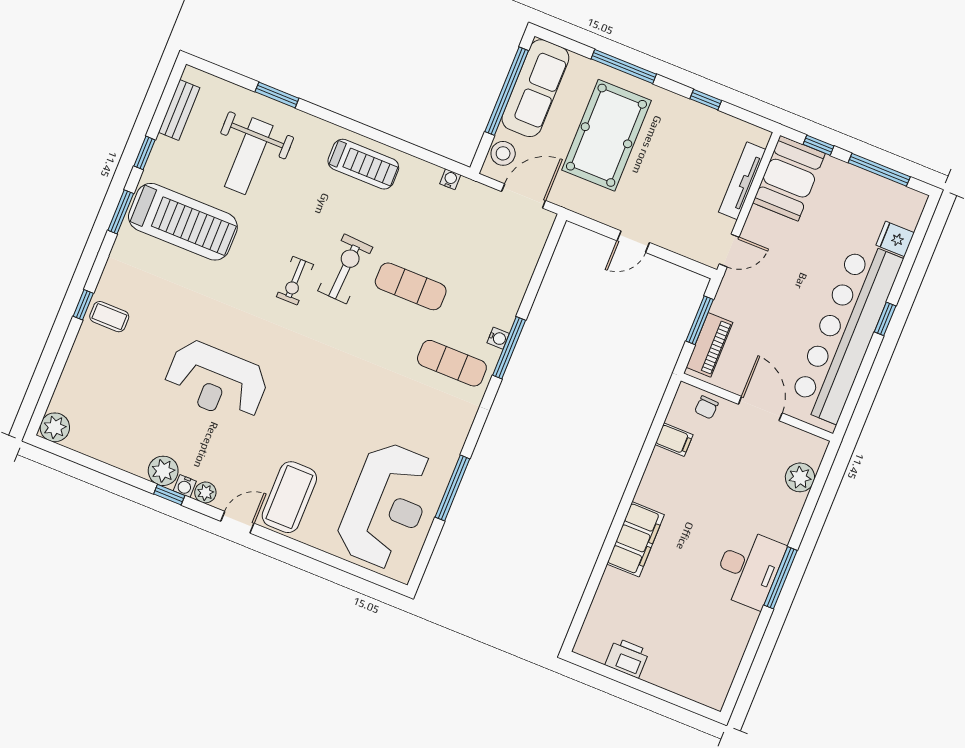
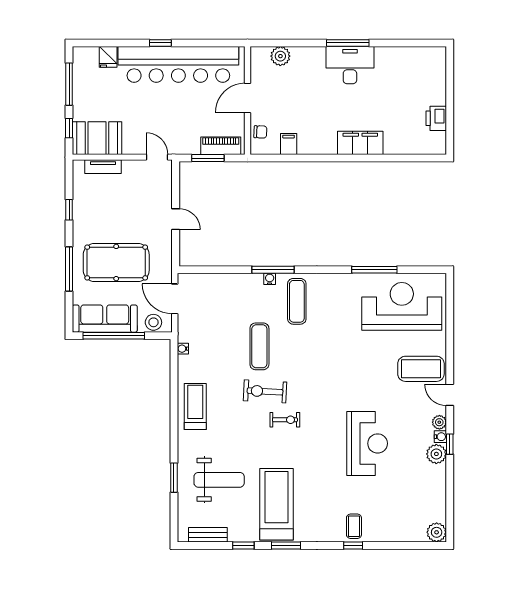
tv unit: (742, 181) -> (103, 167), width x0.71

